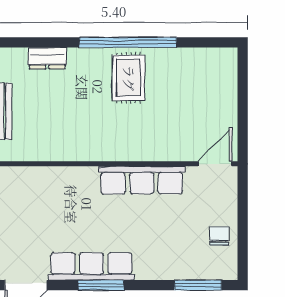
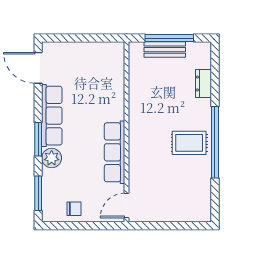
door: (215, 164) -> (127, 206), swing flipped
plant: (150, 267) -> (52, 158), added
window: (101, 285) -> (38, 139), moved

